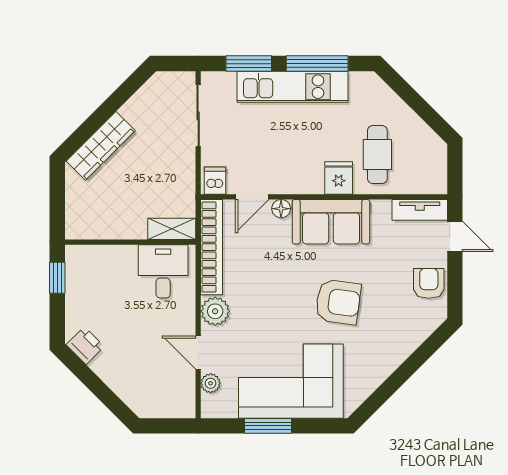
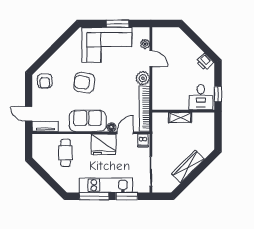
wardrobe: (101, 146) -> (188, 166), moved
fridge: (339, 178) -> (104, 144), moved, width x1.88, depth x1.34
shelving: (172, 229) -> (180, 117), moved
desk: (163, 271) -> (201, 97), moved
armchair: (429, 283) -> (45, 81), moved

